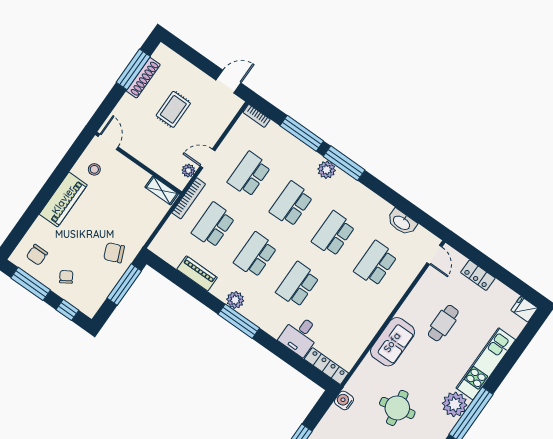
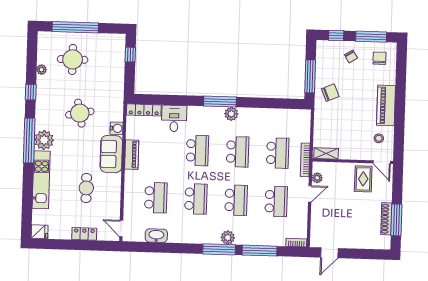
rug: (173, 109) -> (363, 179), moved
piano: (197, 273) -> (132, 155), moved, turned -90
water cooler: (344, 400) -> (117, 128), moved

